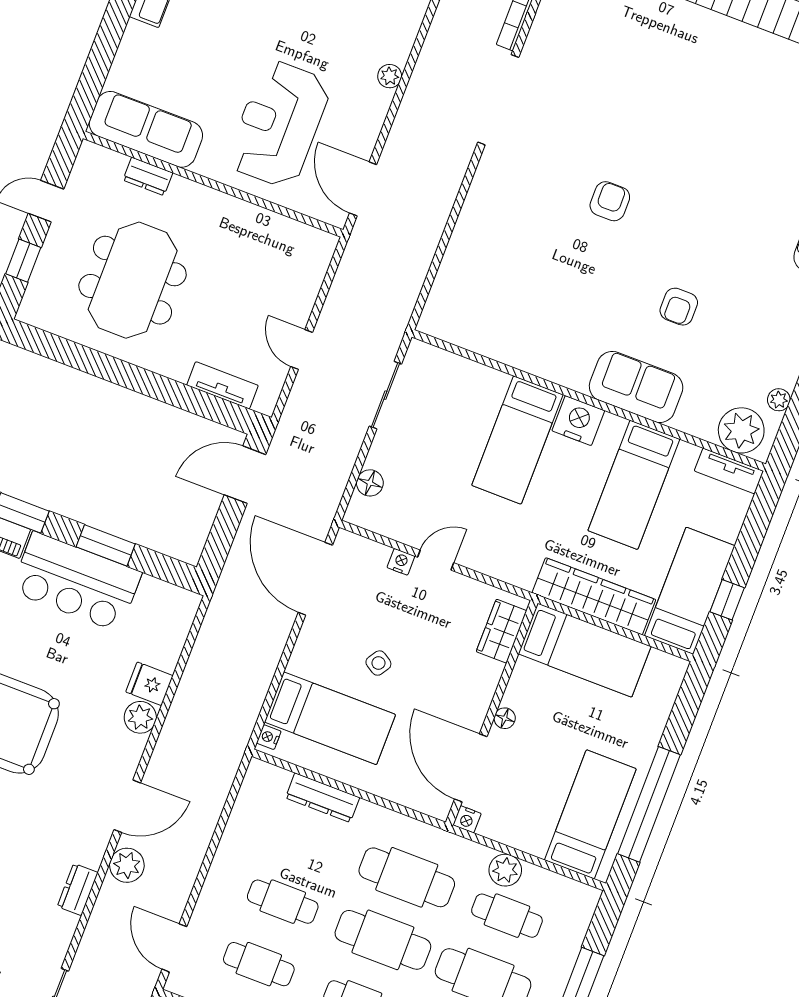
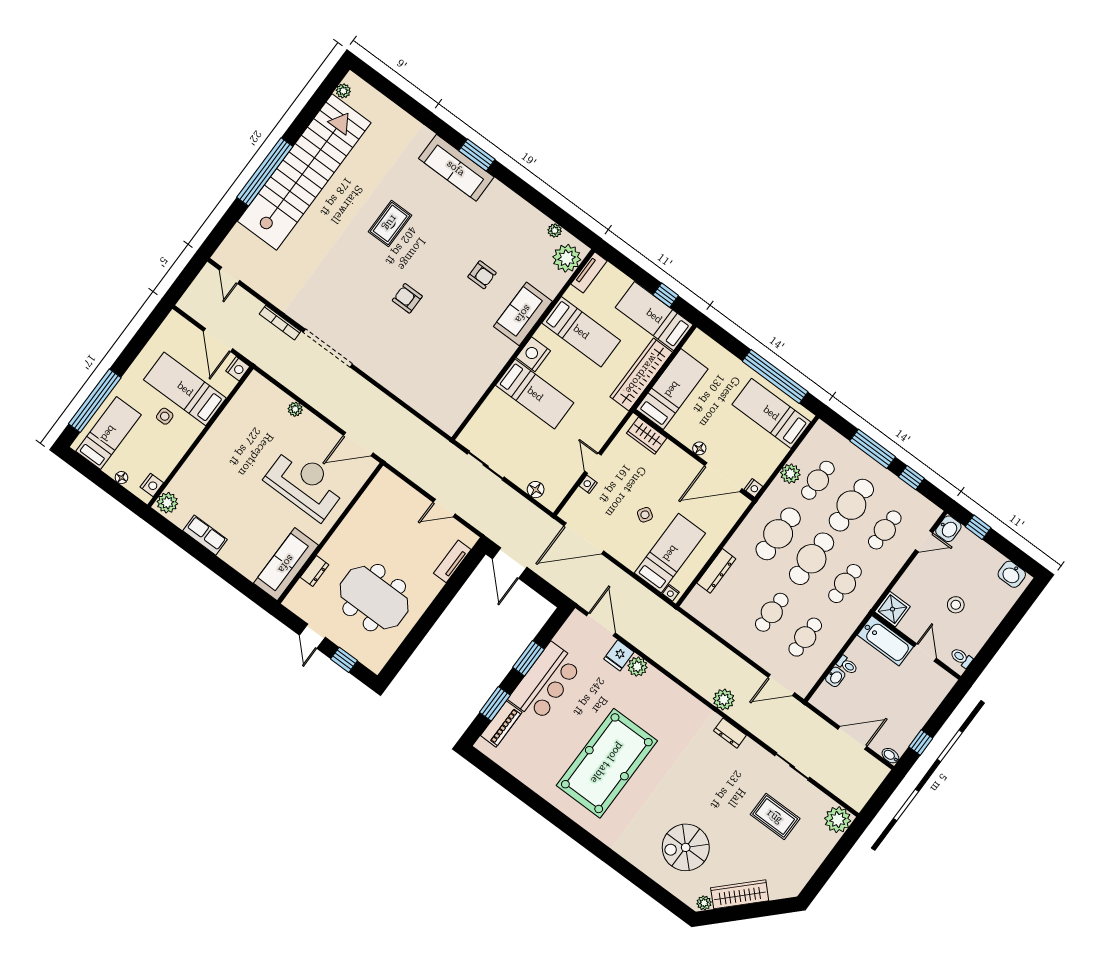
reception desk: (279, 124) -> (305, 484), turned 180
rug: (718, 142) -> (390, 223), added
door: (127, 806) -> (601, 624), moved

